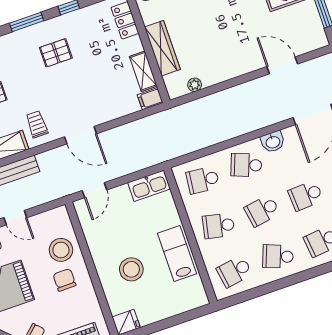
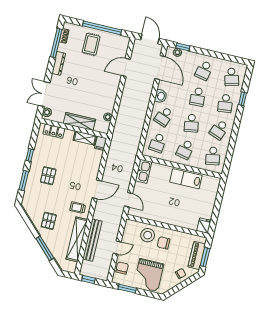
stool: (131, 269) -> (179, 206), removed

